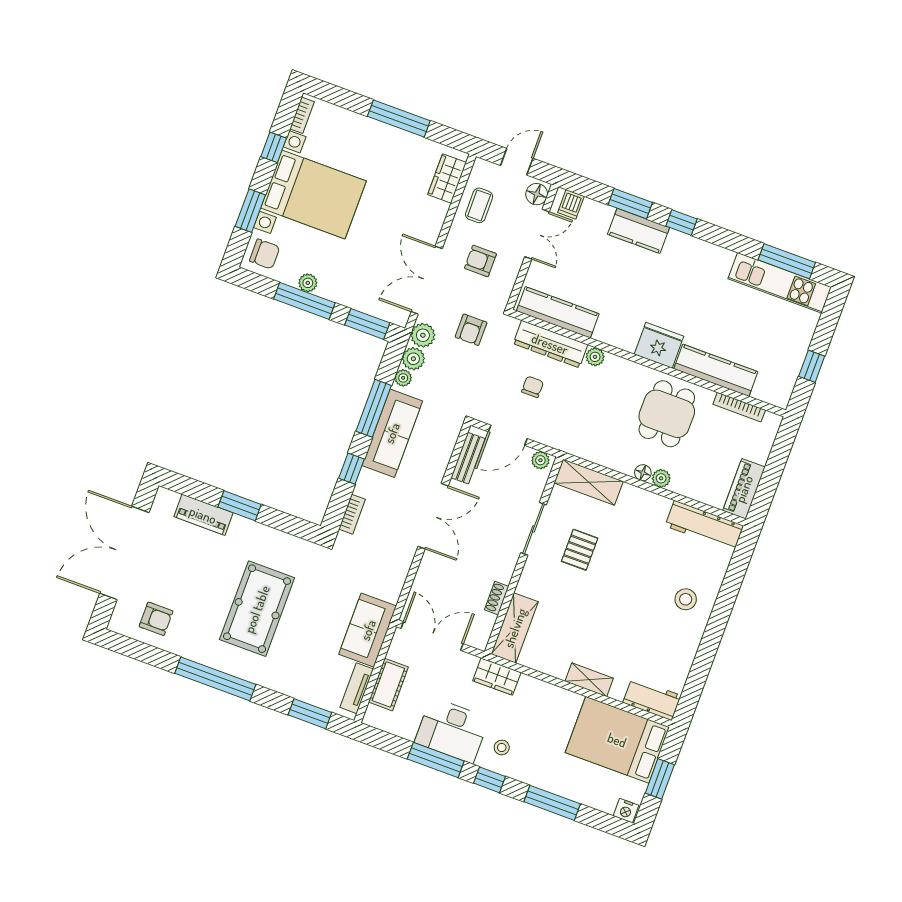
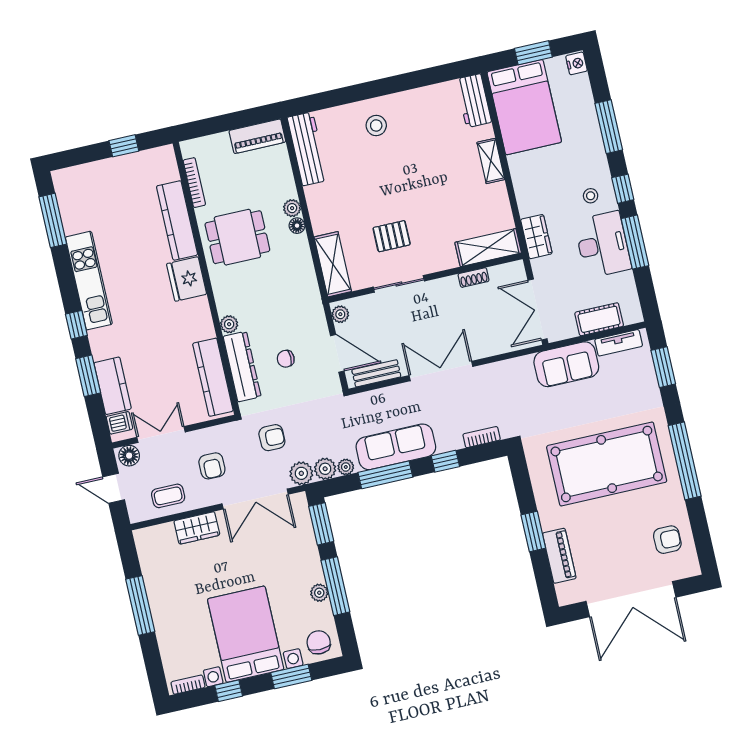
wardrobe: (447, 178) -> (197, 528), moved
kitchen counter: (639, 231) -> (113, 386), moved
kitchen unit: (780, 283) -> (89, 281), moved
pool table: (257, 609) -> (607, 464), width x1.36, depth x1.32
armchair: (156, 619) -> (667, 540), turned 90

